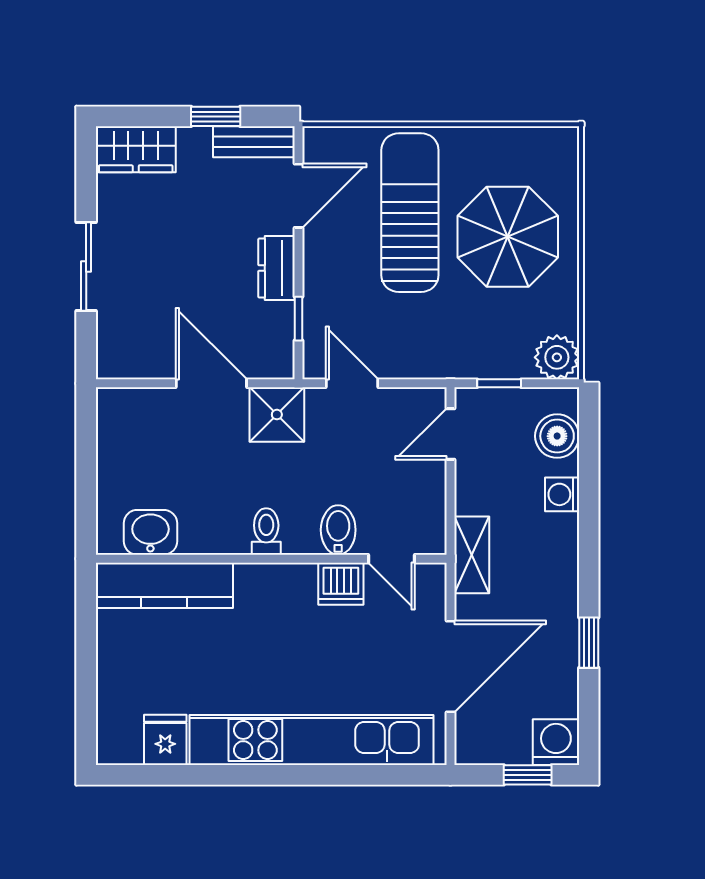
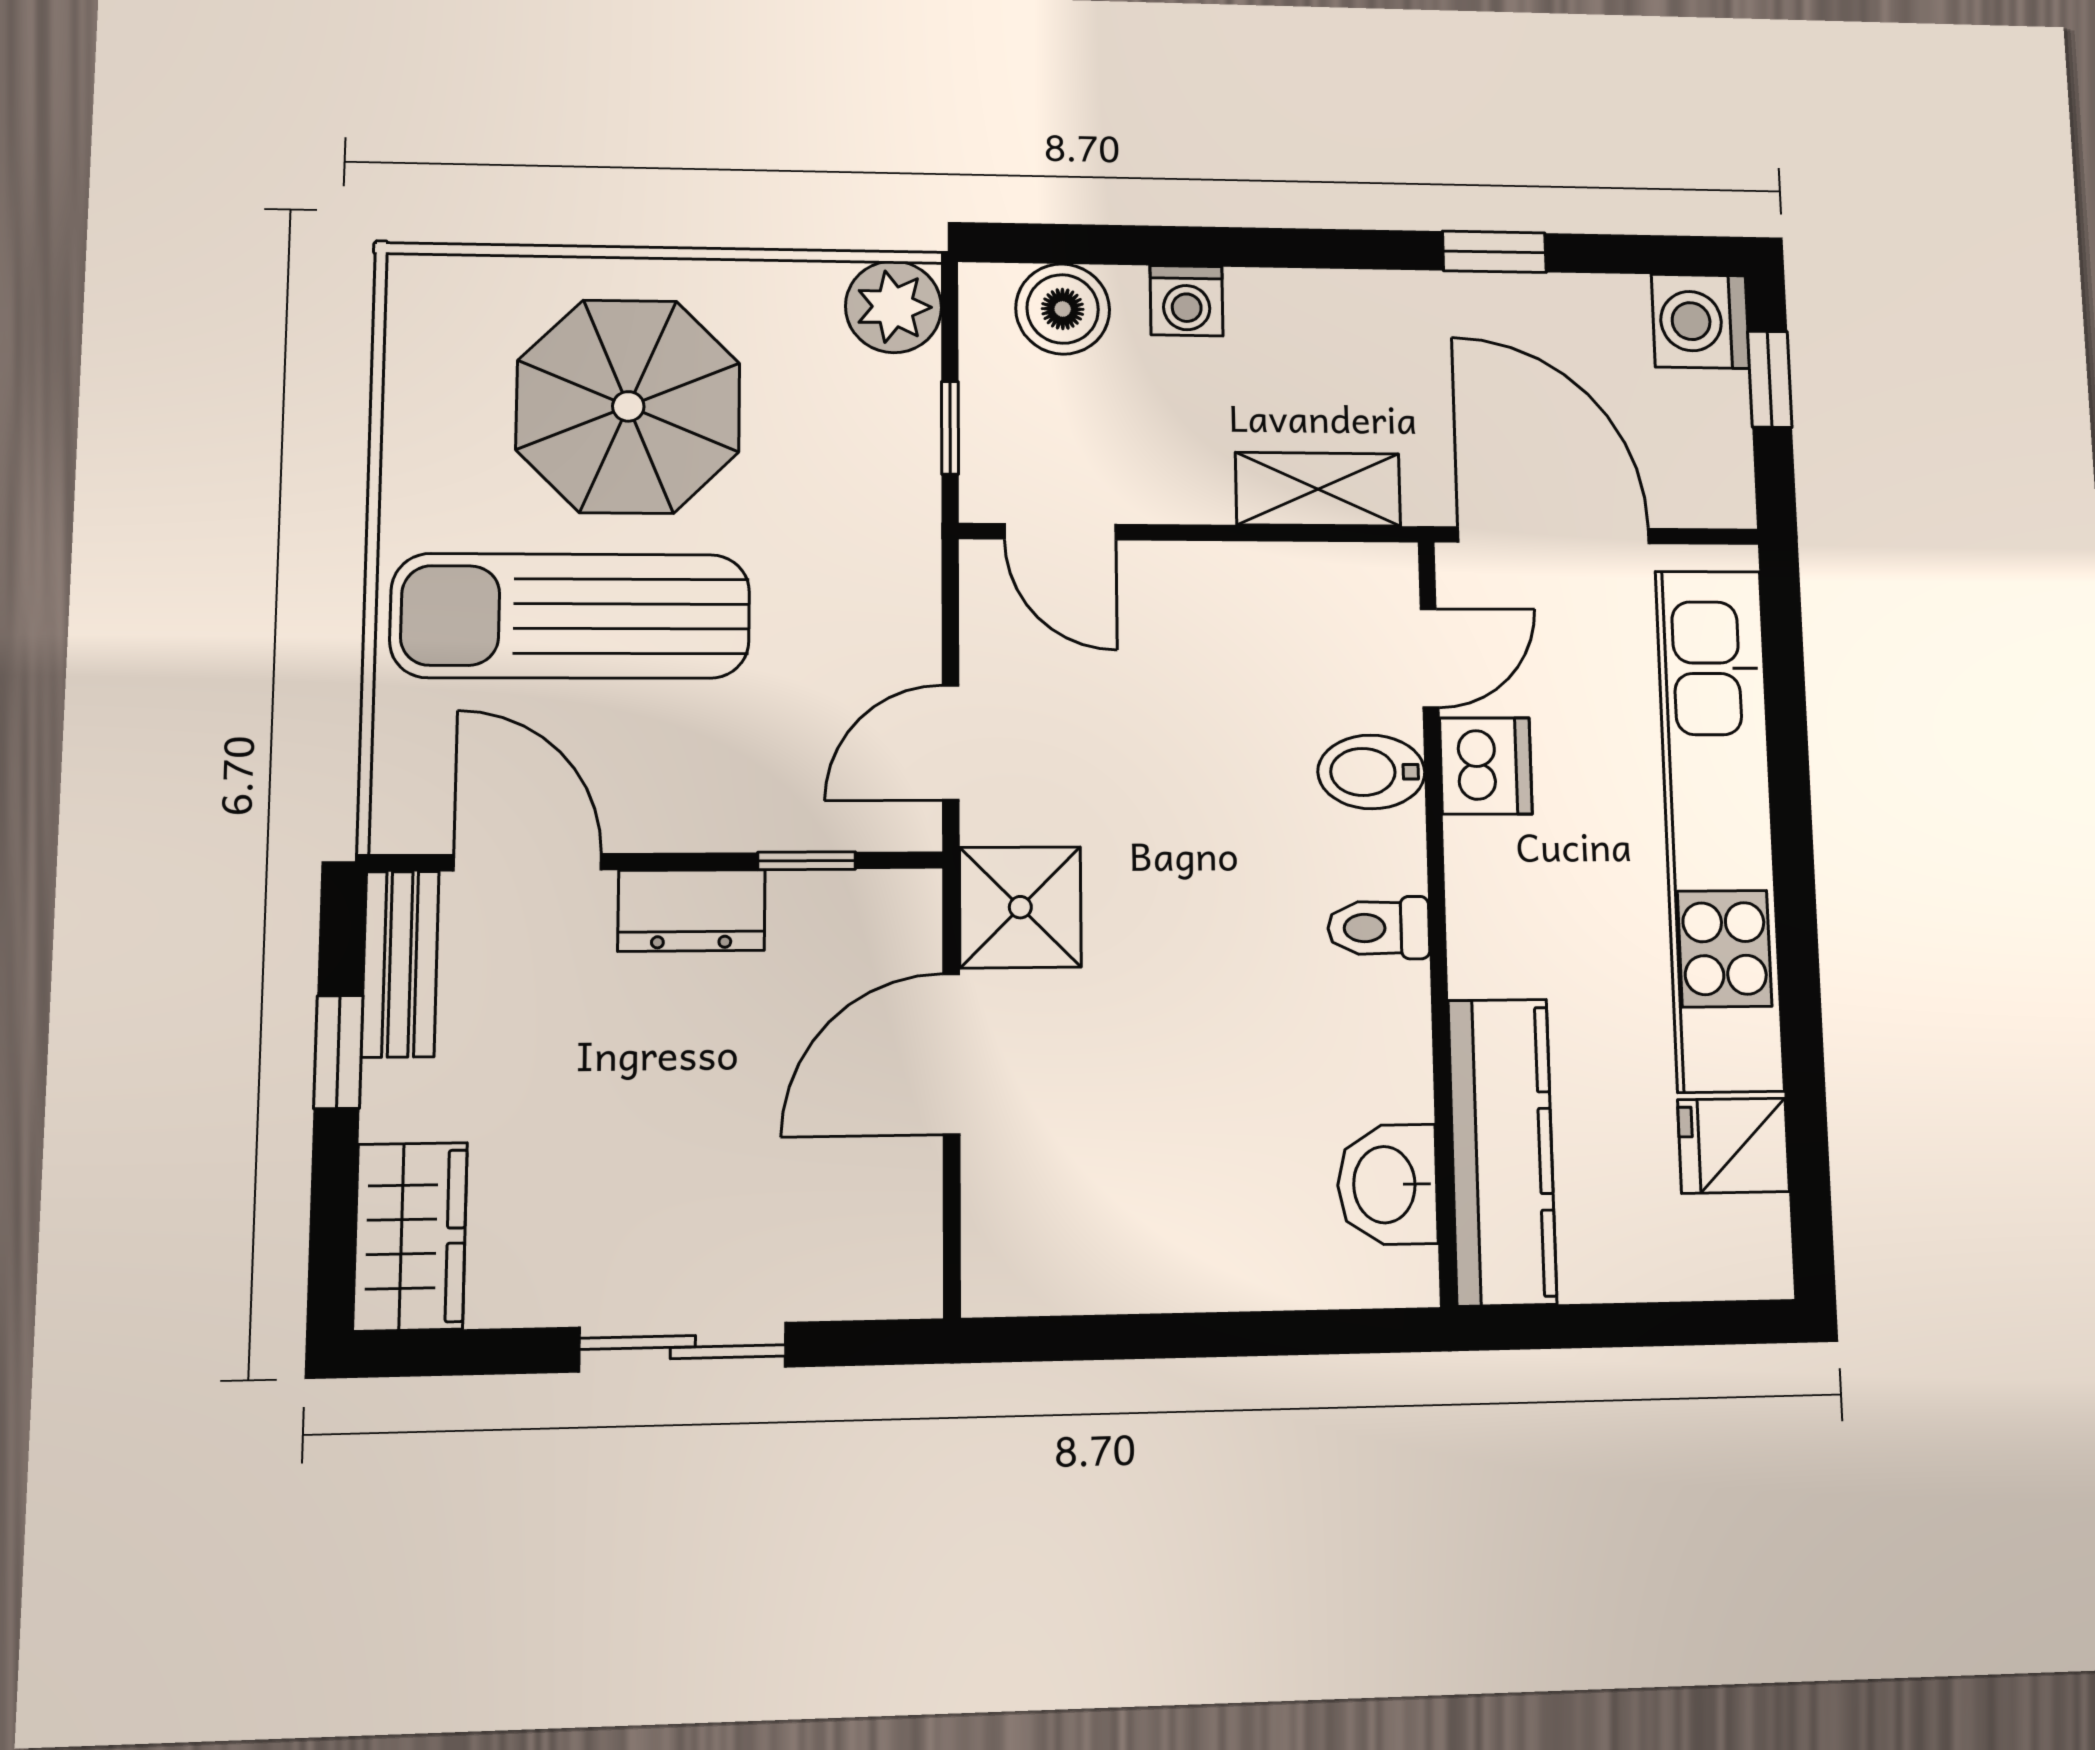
bidet: (338, 530) -> (1371, 772), moved
toilet: (266, 531) -> (1379, 928), moved
washbasin: (150, 532) -> (1387, 1185), moved
wall: (271, 559) -> (1437, 917), moved
door: (392, 559) -> (1430, 658), moved
dishwasher: (341, 584) -> (1486, 766), moved
kitchen counter: (164, 585) -> (1502, 1152), moved

